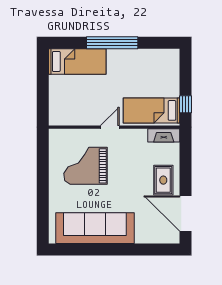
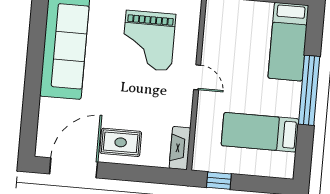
bed: (152, 110) -> (260, 132), moved, turned -90
grand piano: (86, 166) -> (149, 41), turned 180

